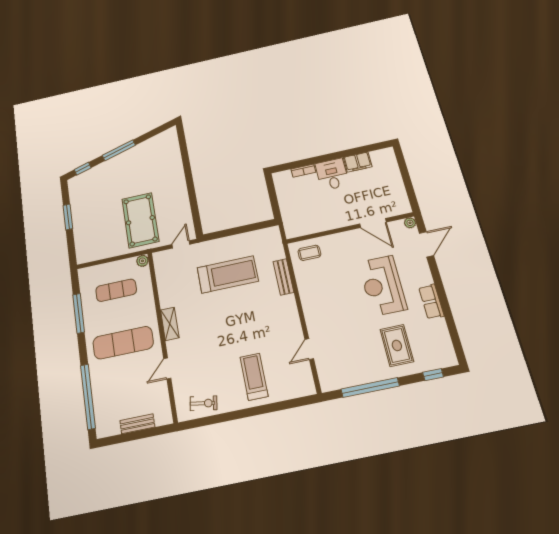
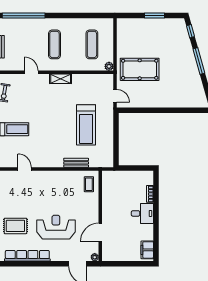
filing cabinet: (358, 162) -> (147, 250), moved
row of seats: (431, 302) -> (27, 256), width x2.02
window: (79, 313) -> (81, 16), removed
exercise mat: (123, 343) -> (54, 44), width x0.73, depth x0.69

